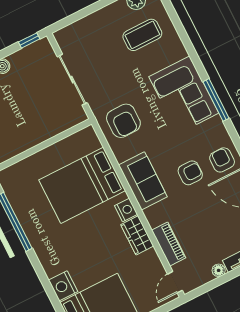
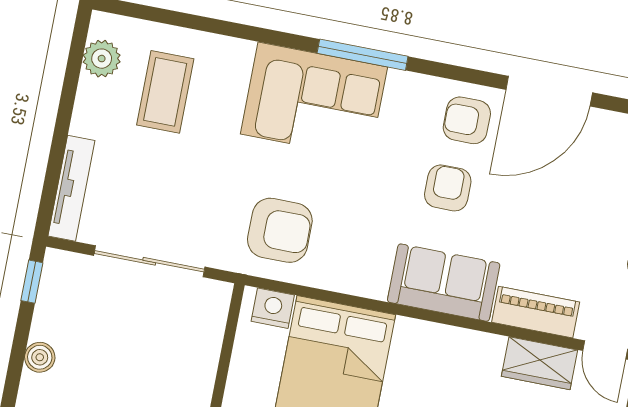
tv unit: (77, 28) -> (71, 188), added
sofa: (143, 181) -> (444, 283), moved
nightstand: (126, 210) -> (273, 308), moved
wardrobe: (137, 235) -> (539, 363), moved

